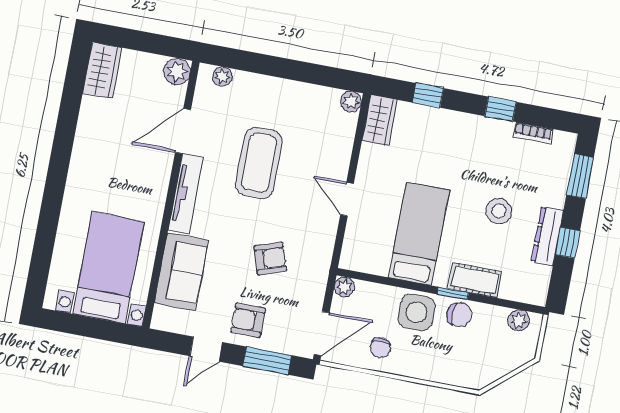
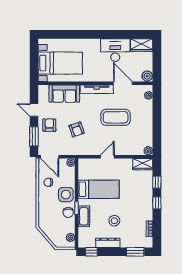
window: (500, 109) -> (157, 203), moved
desk: (102, 134) -> (115, 50), added
window: (568, 243) -> (91, 252), moved

